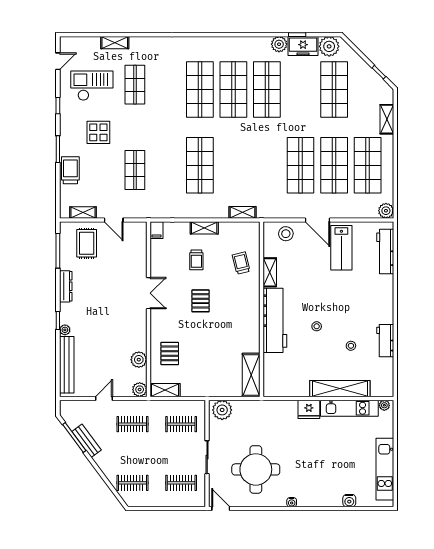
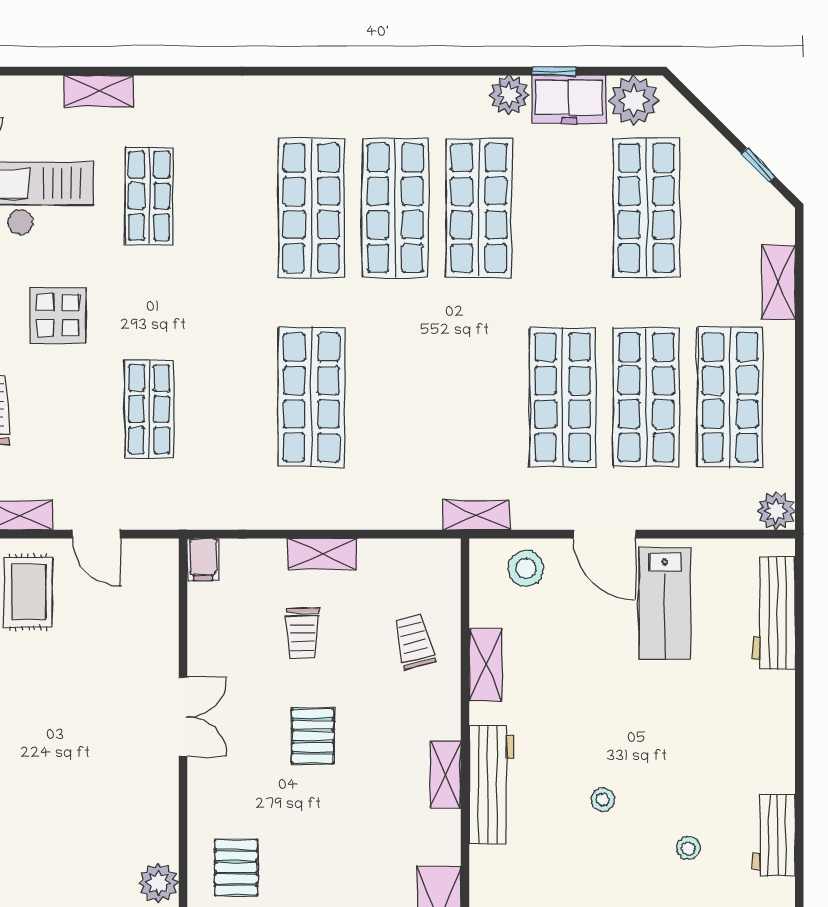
shelving: (242, 212) -> (476, 515), moved
shelving: (254, 316) -> (446, 775), added
workbench: (275, 320) -> (491, 785), width x0.73, depth x0.76

